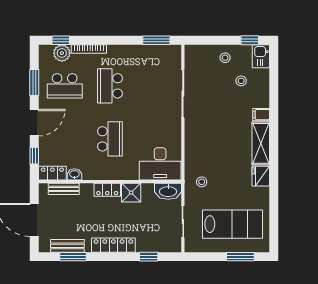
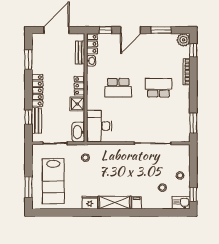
plant: (62, 53) -> (184, 40), moved
school desk: (65, 86) -> (159, 53), removed
door: (34, 123) -> (131, 30), hinge flipped
bench: (67, 246) -> (37, 121), moved

